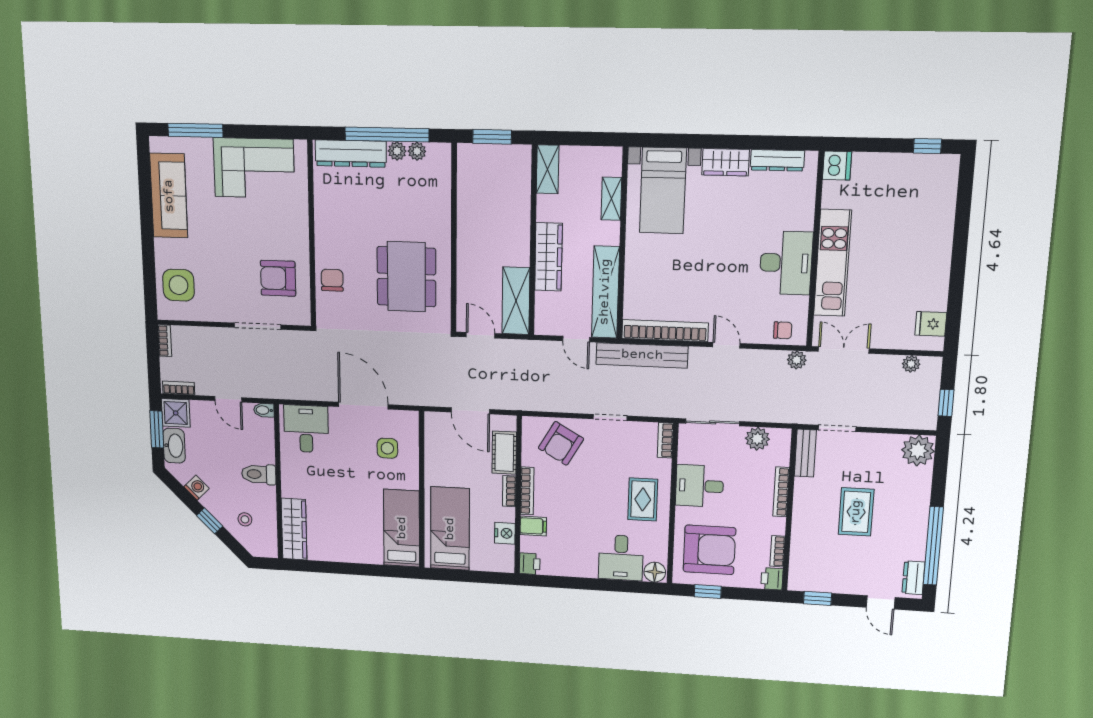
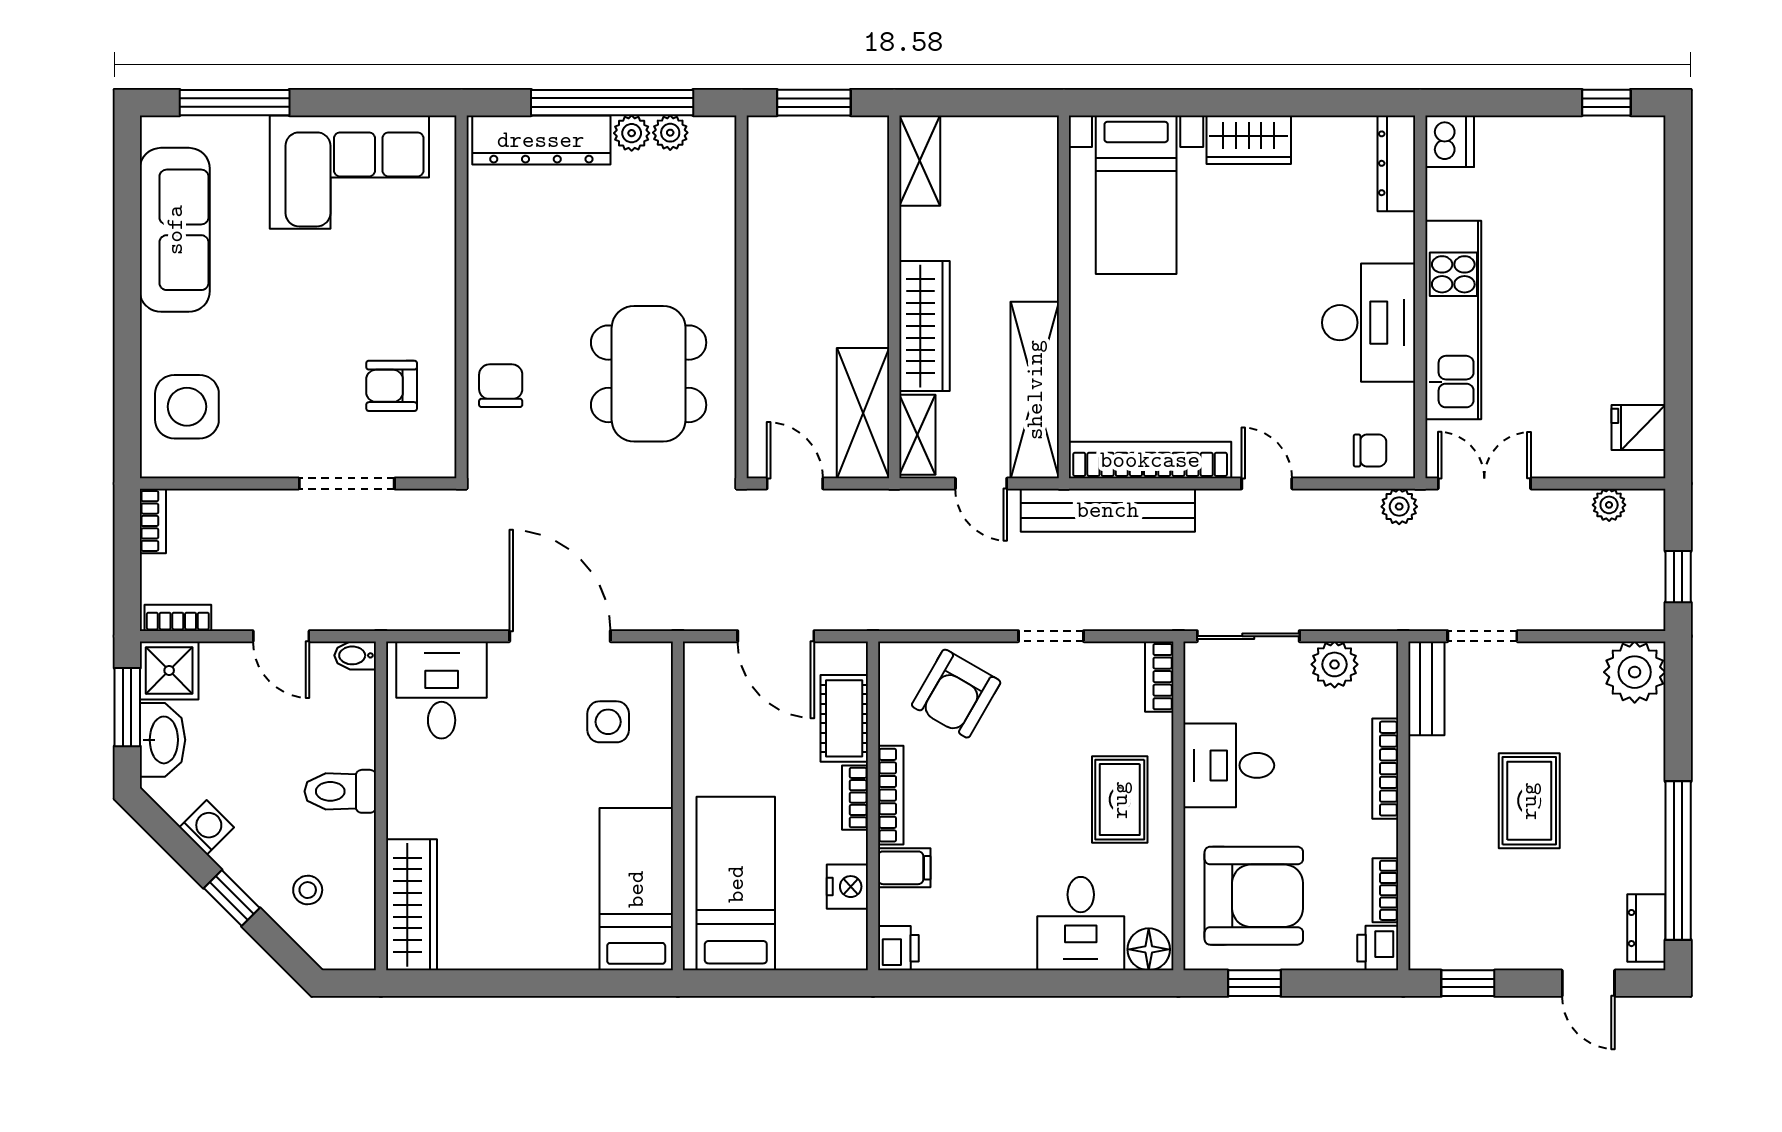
dresser: (777, 160) -> (1396, 163), moved, turned 90
shelving: (611, 199) -> (917, 435), moved
armchair: (278, 278) -> (392, 386), width x0.72, depth x0.72

